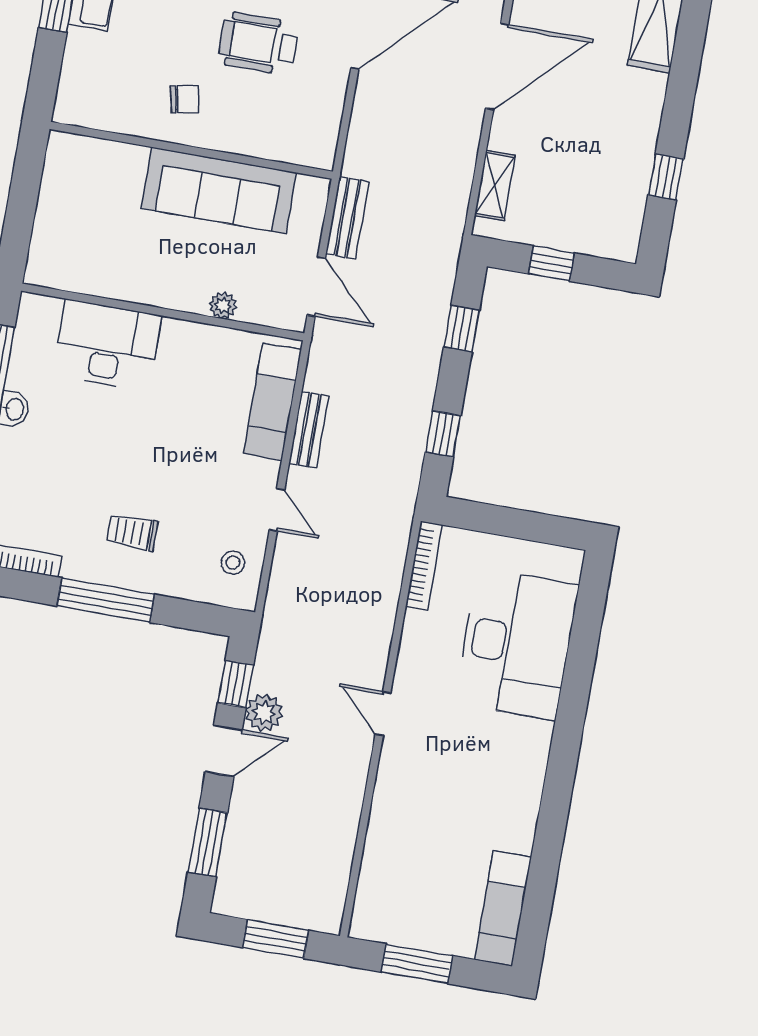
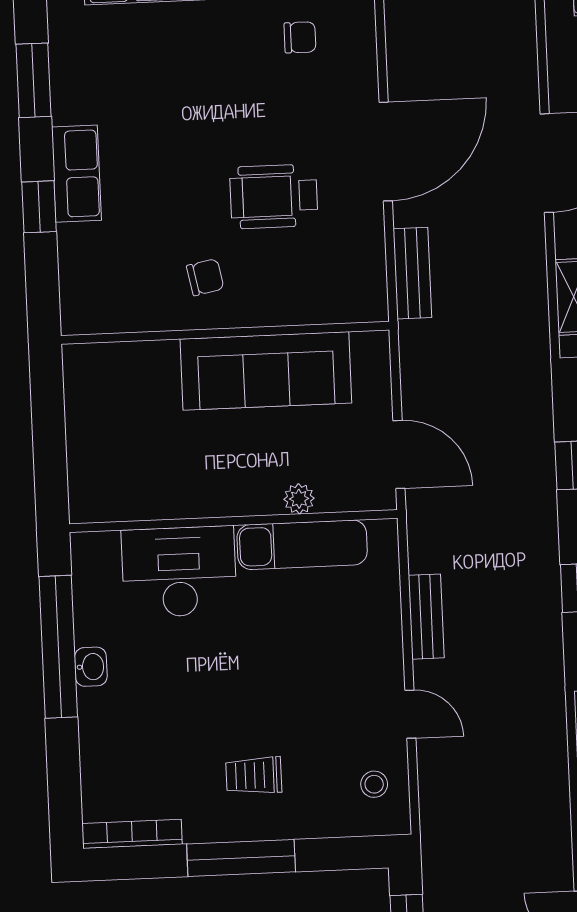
bench: (347, 218) -> (412, 273), moved
exam couch: (272, 402) -> (302, 545), moved, turned -90

